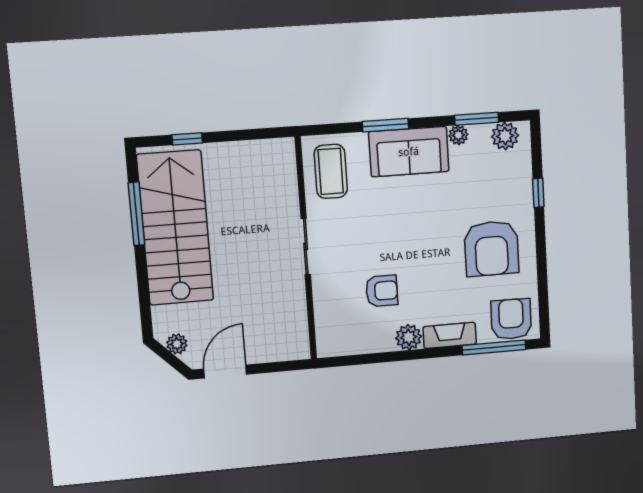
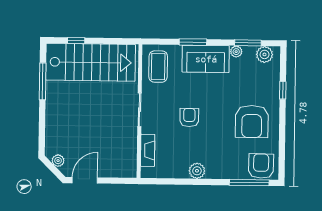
stairs: (175, 228) -> (90, 62), moved, turned 90
armchair: (382, 291) -> (189, 118), moved, turned -90
fireplace: (450, 335) -> (148, 150), moved, turned 90

